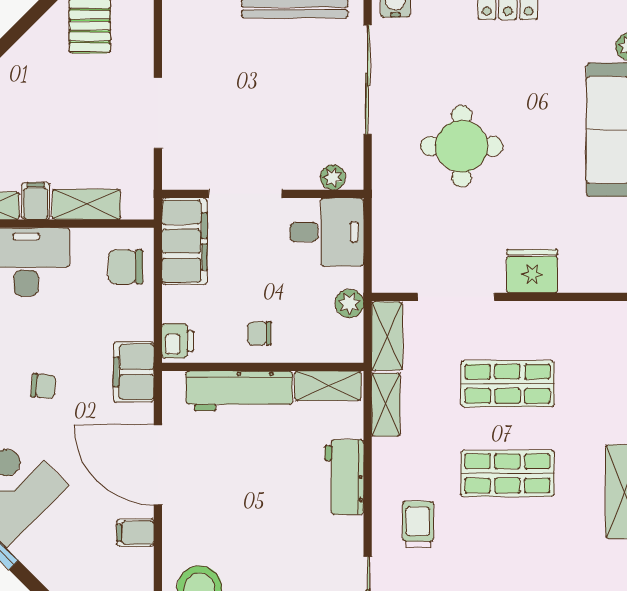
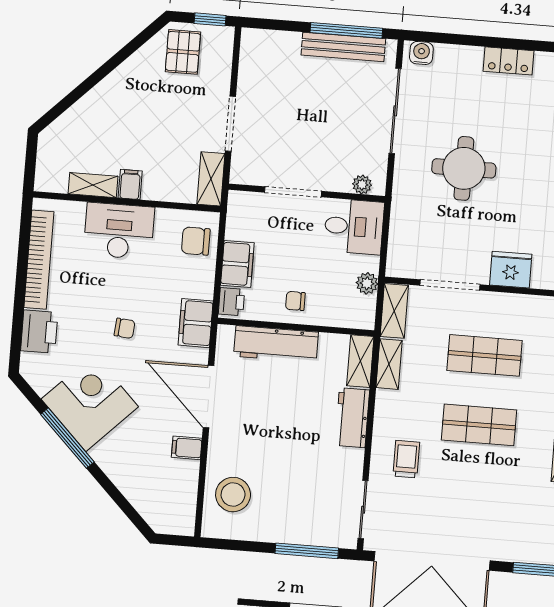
shelving: (86, 204) -> (211, 179), moved, turned 90
filing cabinet: (185, 241) -> (237, 264), moved, width x0.67, depth x0.86
shelving: (328, 386) -> (360, 361), moved, turned 90

